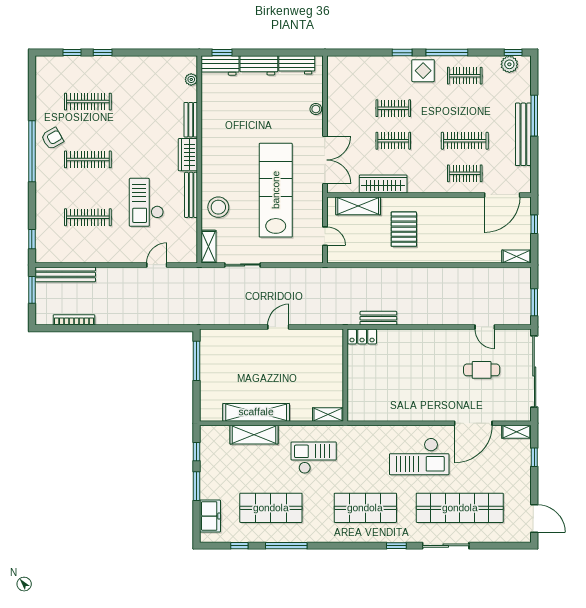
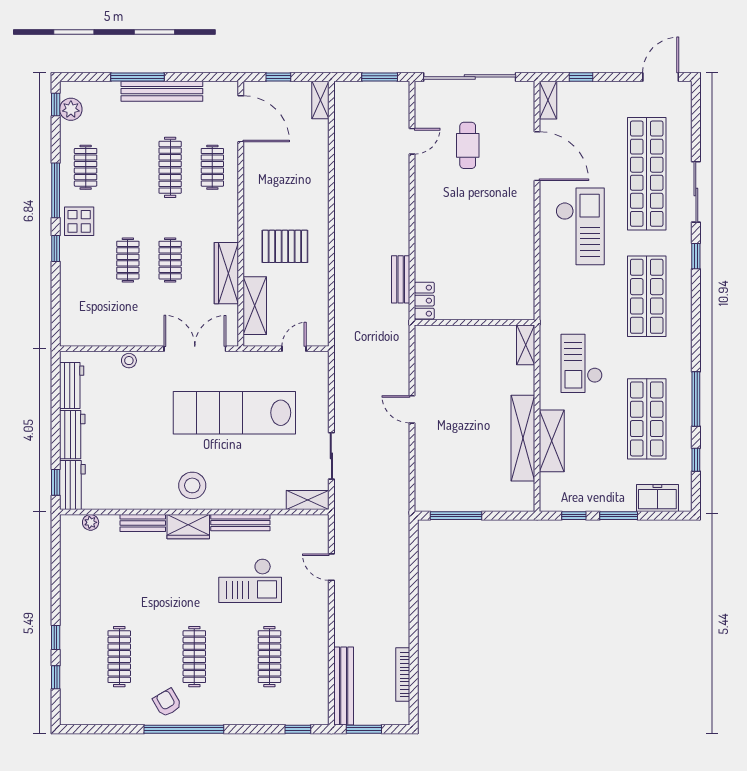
stool: (218, 207) -> (192, 485), moved

